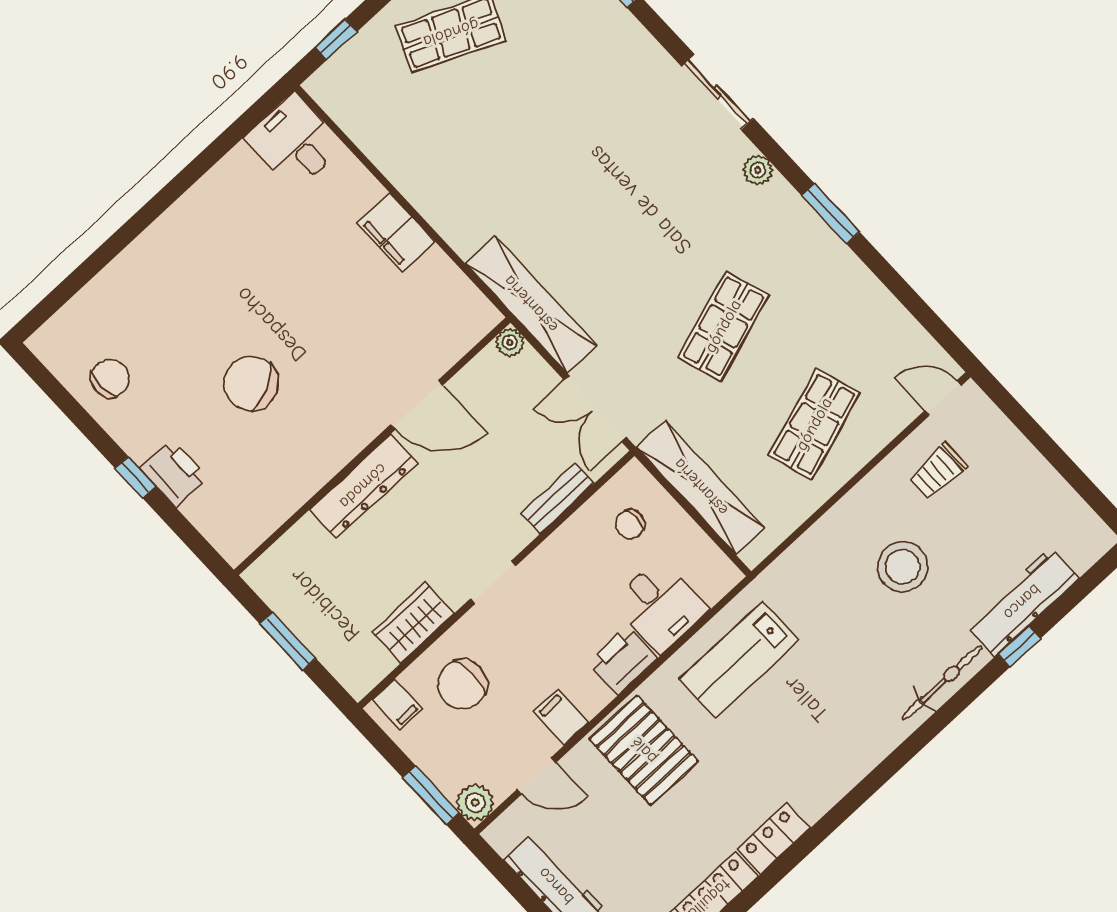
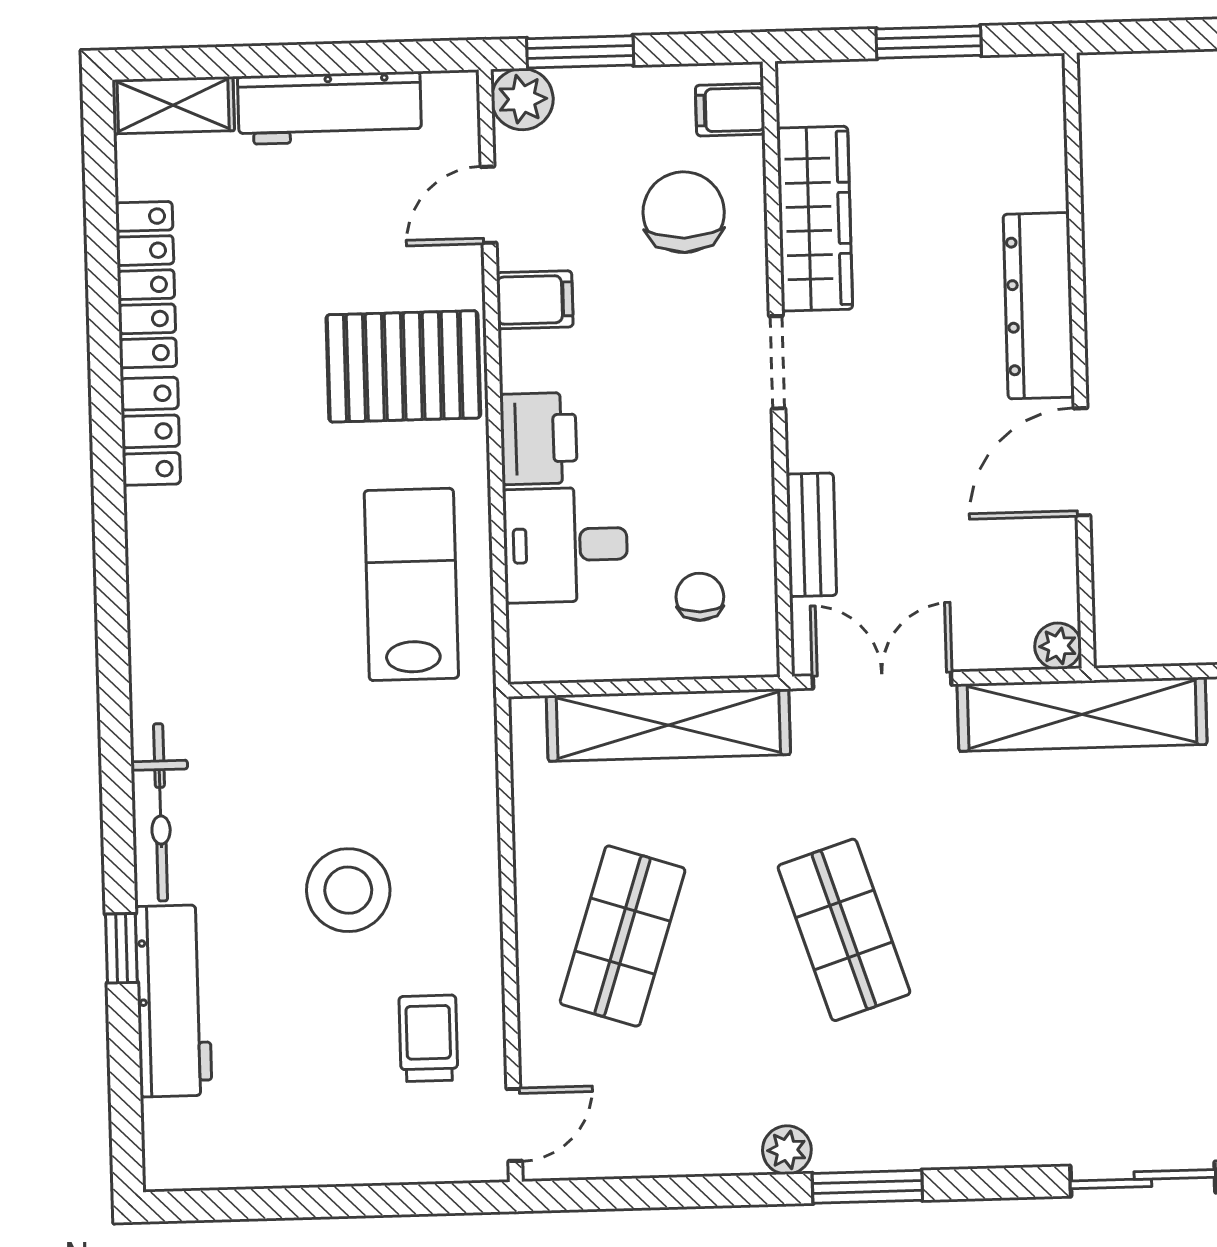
plant: (758, 170) -> (787, 1150), moved
shop shelf: (814, 424) -> (623, 936), turned 36
wardrobe: (413, 623) -> (815, 219), width x1.50

